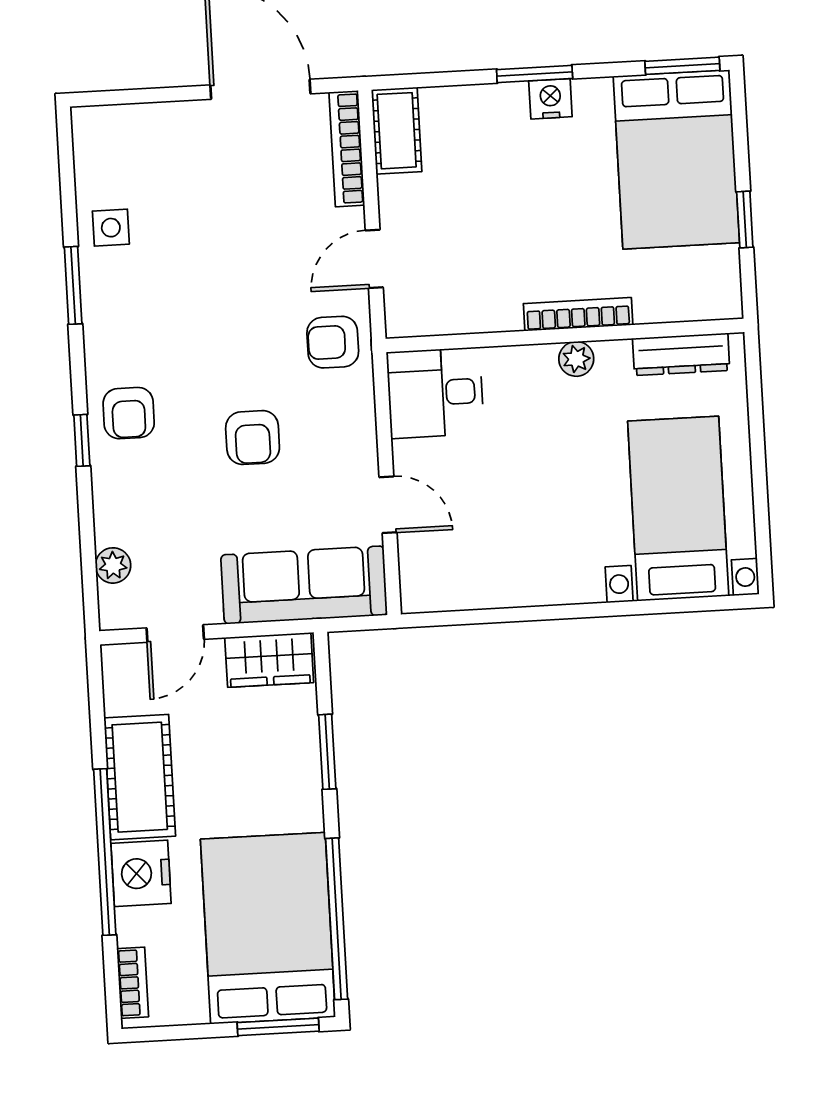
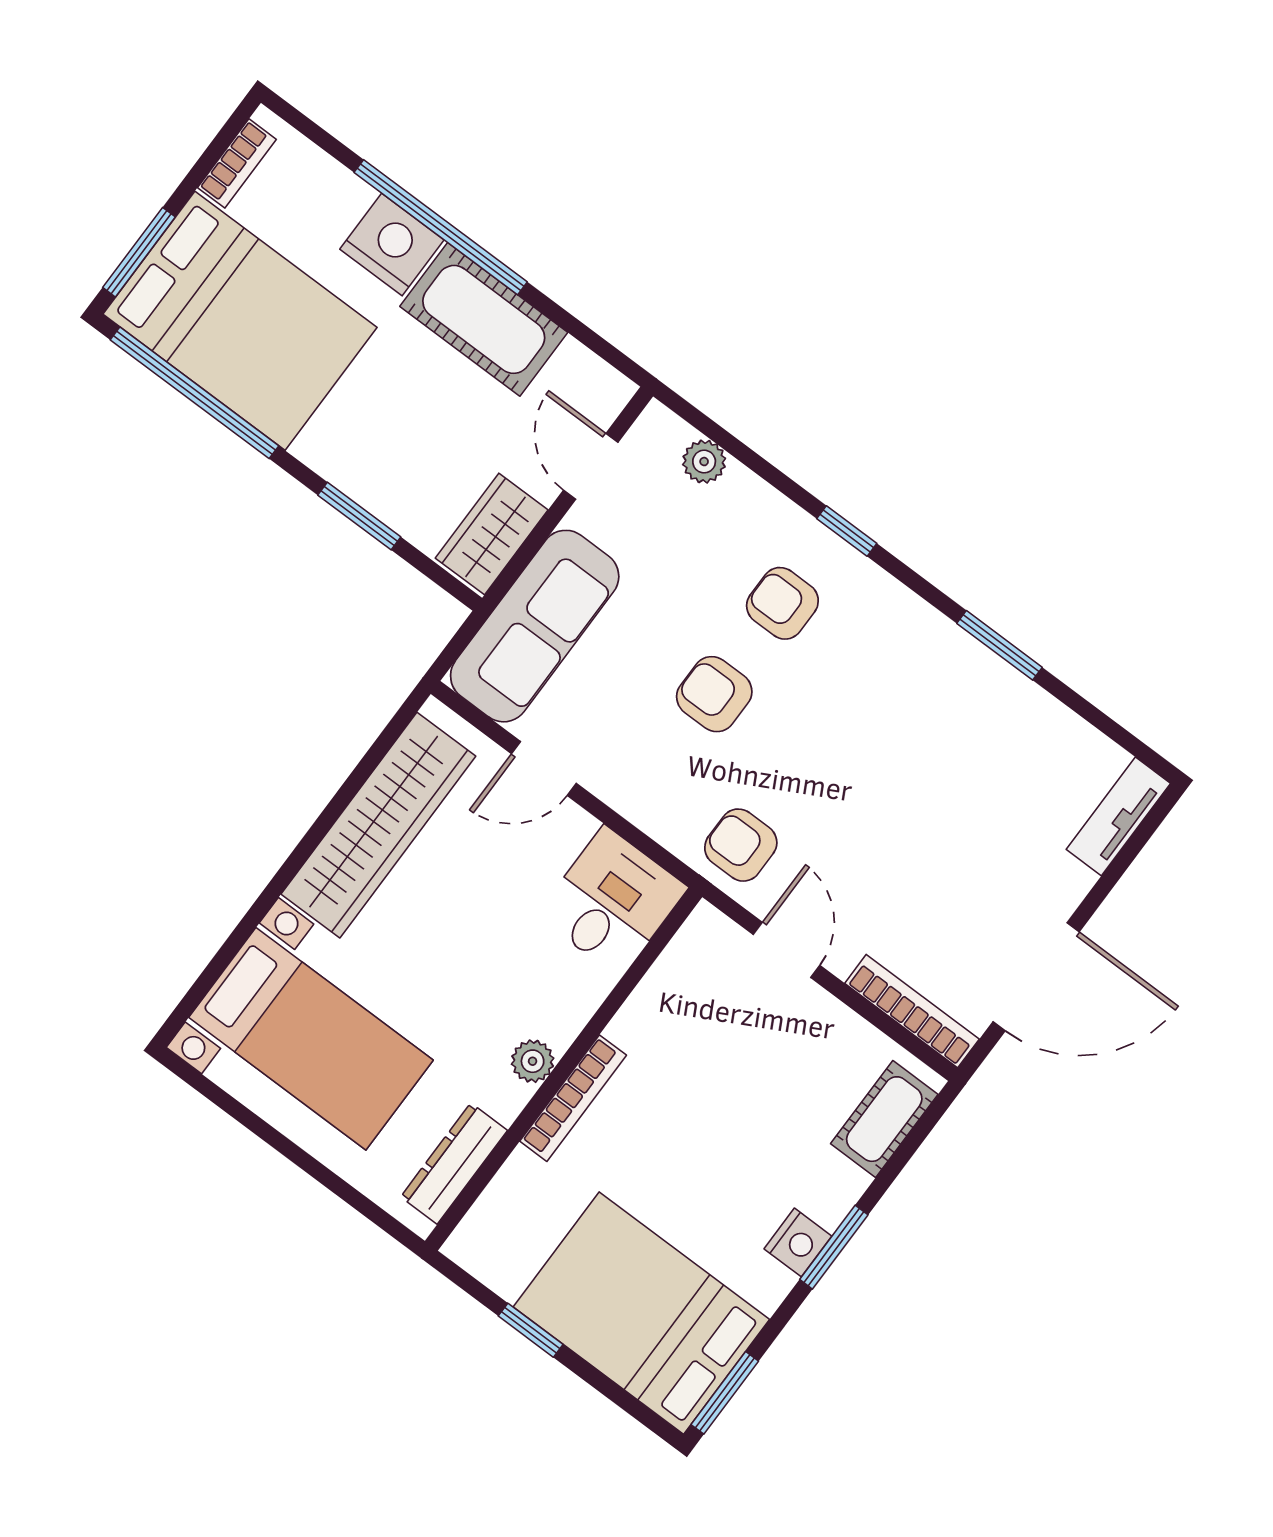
tv unit: (118, 122) -> (1118, 816), added
cot: (397, 131) -> (884, 1119), moved, turned 90
side table: (111, 228) -> (1024, 727), removed
armchair: (333, 342) -> (741, 845), turned -90
armchair: (129, 413) -> (782, 603), moved
wardrobe: (510, 578) -> (378, 825), added
bookcase: (133, 983) -> (237, 163), moved, turned -90

